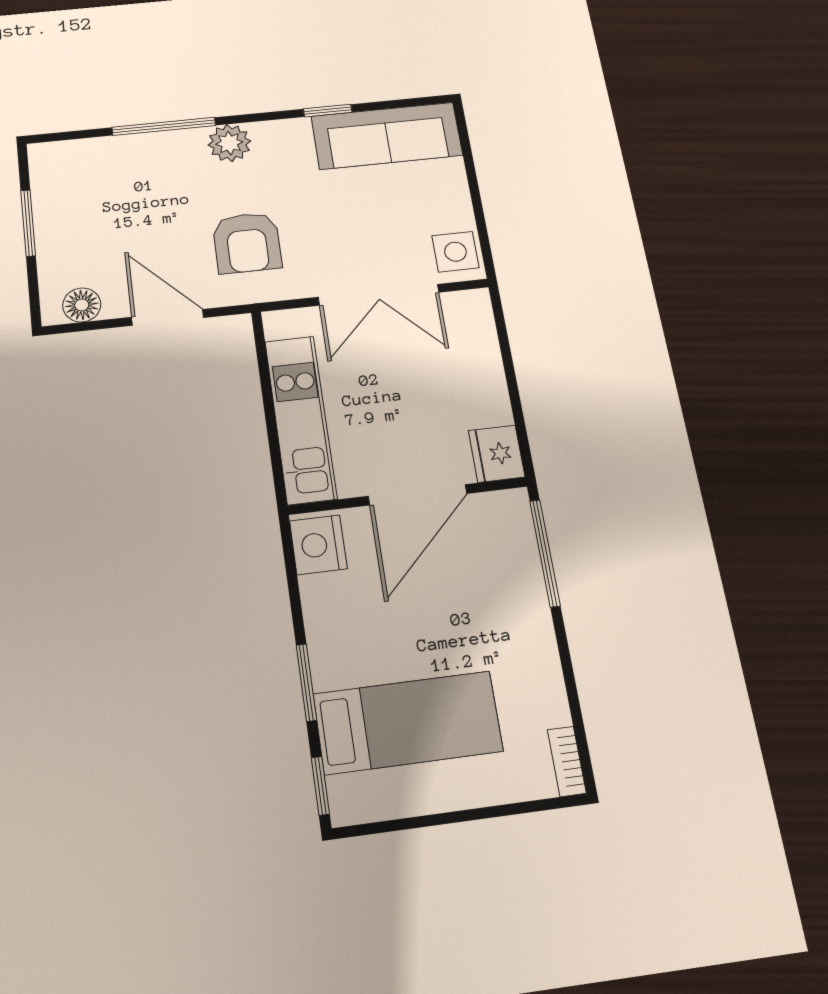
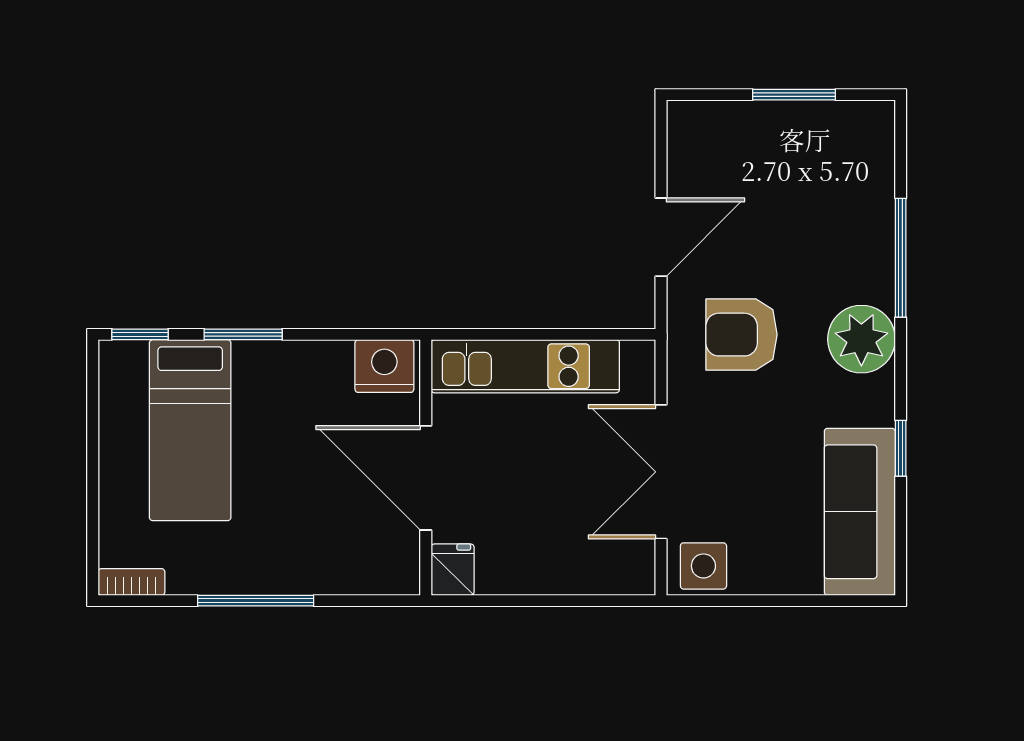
plant: (229, 143) -> (861, 339), width x1.36, depth x1.36
floor lamp: (82, 305) -> (687, 145), removed
fridge: (497, 454) -> (453, 570), width x0.72
window: (545, 553) -> (256, 601), moved

